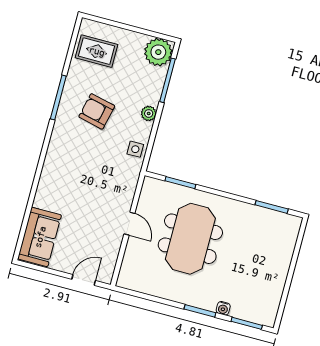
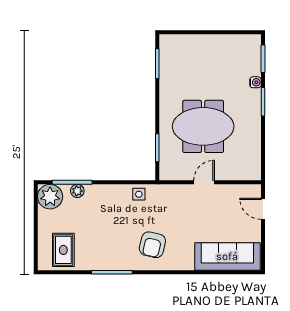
armchair: (97, 111) -> (152, 245), moved
plant: (149, 113) -> (77, 191), moved
sofa: (40, 237) -> (227, 256), width x1.36

